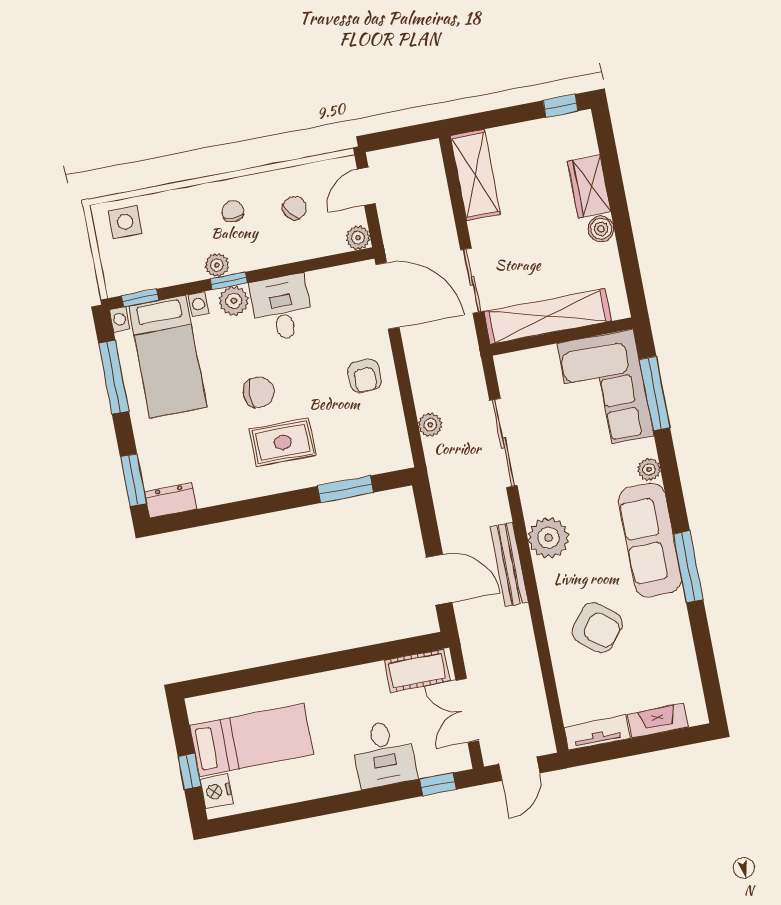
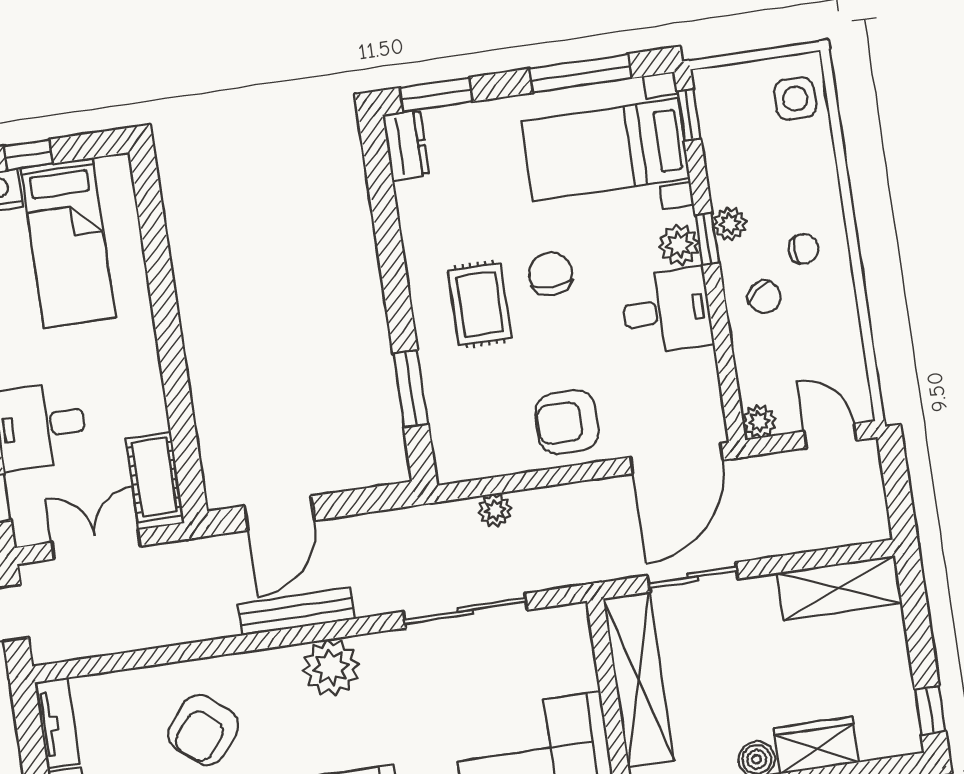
chair: (294, 208) -> (764, 297), moved
armchair: (365, 376) -> (567, 422), width x1.38, depth x1.38
chair: (259, 392) -> (551, 274), turned 180

